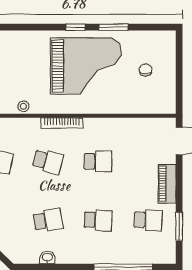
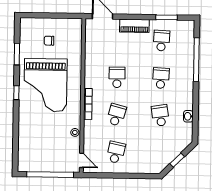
window: (114, 27) -> (17, 54), moved
grand piano: (86, 66) -> (45, 85), turned 180

